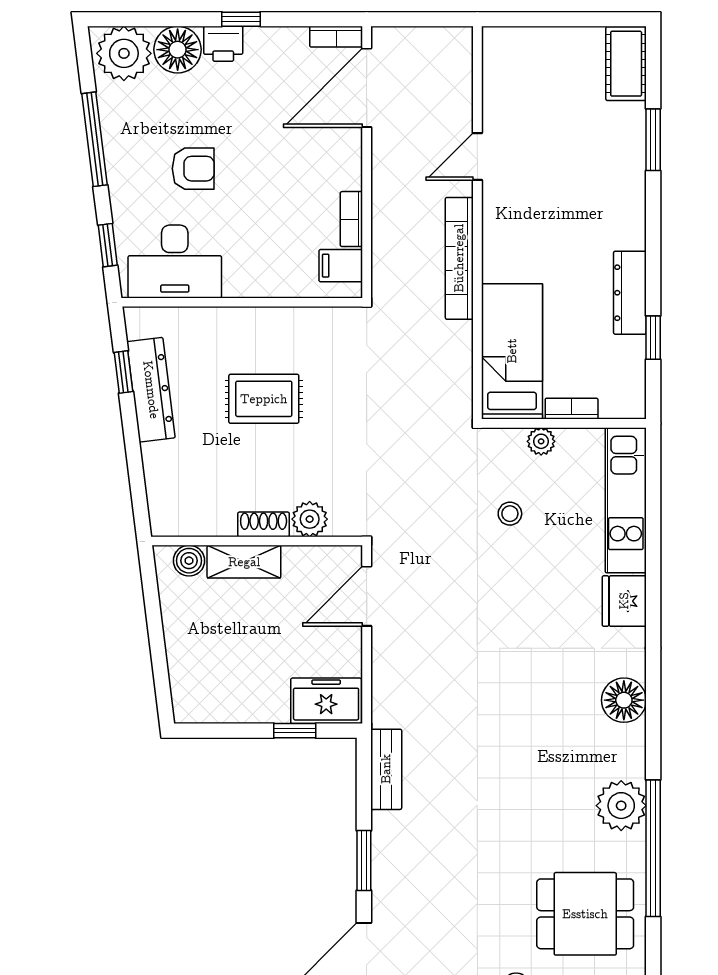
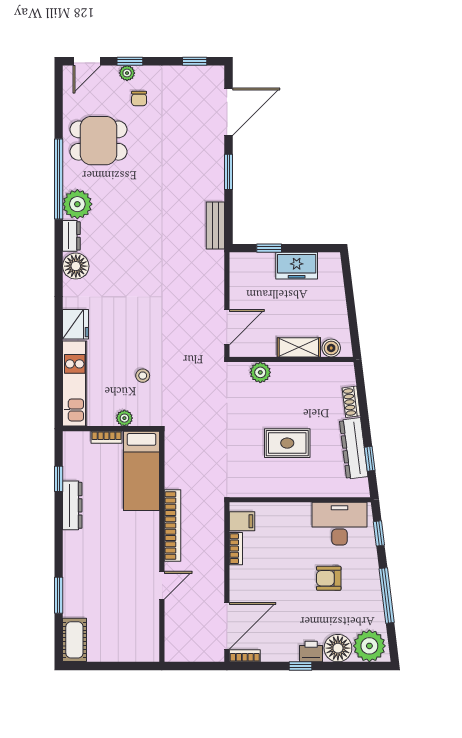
shoe rack: (264, 524) -> (351, 402), moved, turned 83
freezer: (326, 701) -> (297, 266), moved
dresser: (631, 752) -> (71, 236), added

